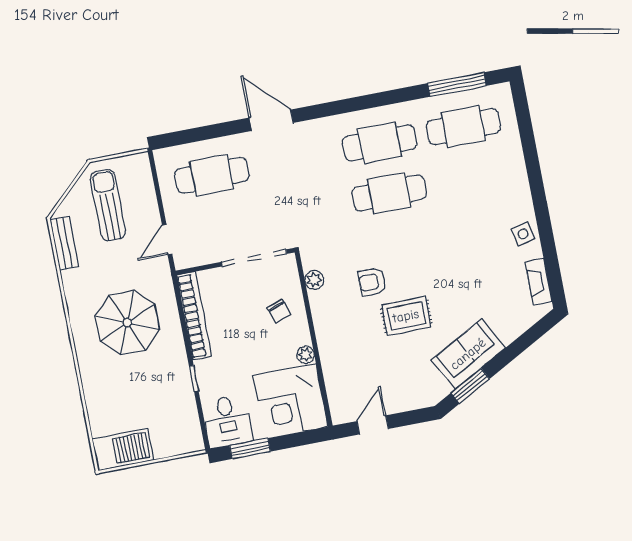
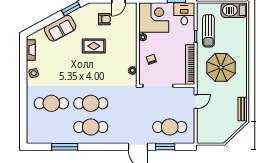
window: (457, 84) -> (65, 147), moved
cafe table: (463, 127) -> (51, 103), moved
window: (214, 131) -> (165, 147), added
sun lounger: (108, 205) -> (208, 31), moved
armchair: (372, 282) -> (104, 19), moved
sofa: (468, 354) -> (60, 28), moved

